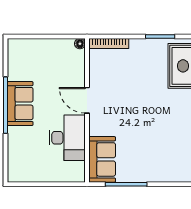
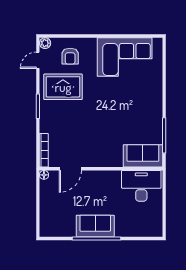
door: (87, 100) -> (70, 169), moved
desk: (67, 138) -> (141, 186), moved

